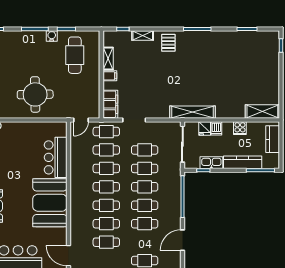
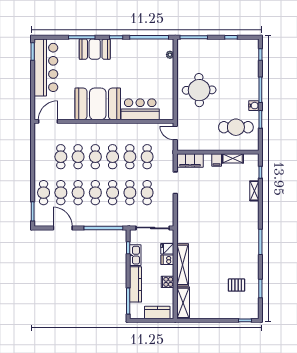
pallet: (168, 43) -> (236, 285), moved
shelving: (193, 112) -> (183, 265), moved
cafe table: (106, 132) -> (61, 193), moved

